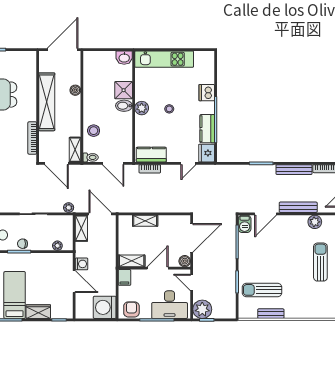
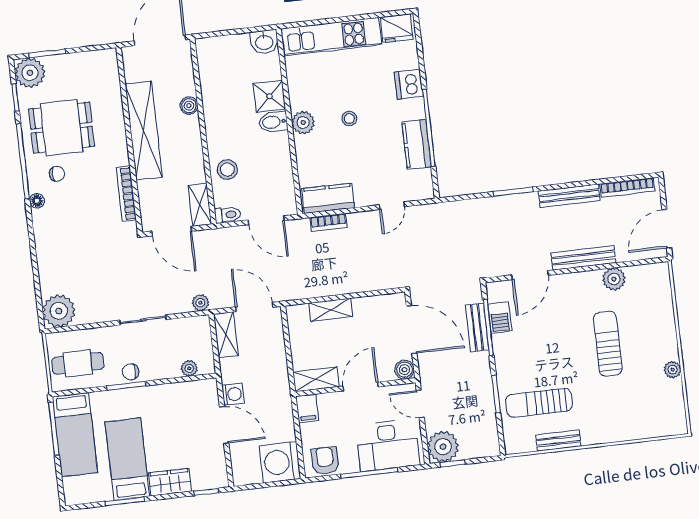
fridge: (207, 153) -> (397, 28), moved, turned -90
barbecue: (245, 224) -> (500, 318), moved
door: (192, 238) -> (412, 329), hinge flipped
bench: (230, 241) -> (477, 328), added
sun lounger: (320, 262) -> (608, 344), moved

